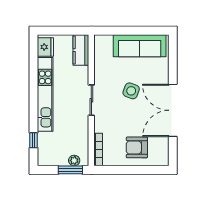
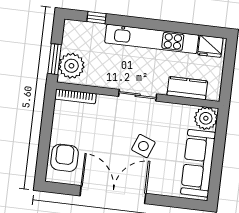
plant: (103, 44) -> (206, 118), added
kitchen counter: (81, 50) -> (187, 88), moved
armchair: (137, 147) -> (65, 158), moved
plant: (74, 160) -> (71, 66), width x1.87, depth x1.87

